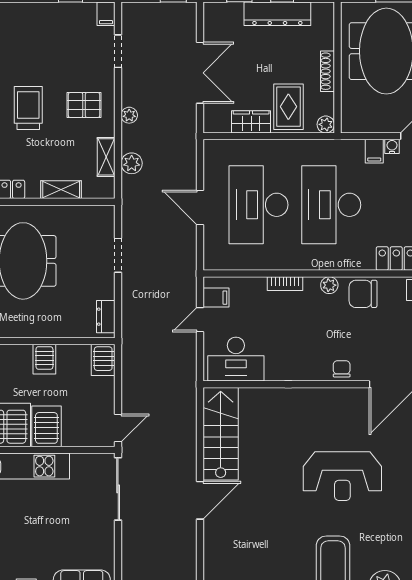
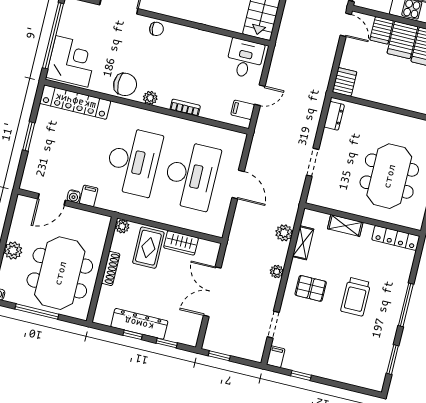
server rack: (44, 359) -> (382, 30), moved, turned 180
desk: (236, 359) -> (245, 58), width x0.73
chair: (342, 369) -> (157, 29), turned -97
door: (118, 428) -> (346, 25), swing flipped

